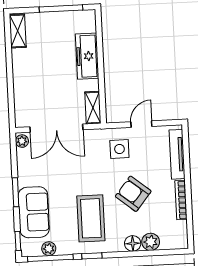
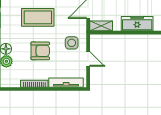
armchair: (133, 194) -> (40, 51), turned 51
coffee table: (91, 218) -> (38, 17), moved

